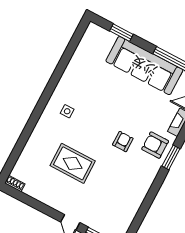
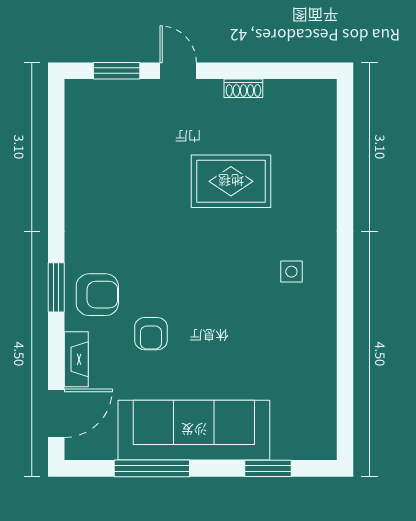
armchair: (123, 142) -> (151, 334), moved
shoe rack: (15, 184) -> (243, 88), moved

